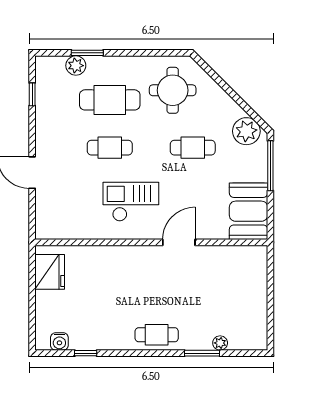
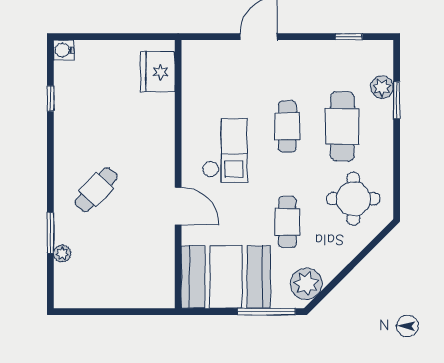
booth: (249, 211) -> (226, 277), width x1.36, depth x1.42
fridge: (50, 272) -> (158, 72), moved, turned 90
cafe table: (157, 335) -> (96, 190), moved, turned 42
water cooler: (59, 341) -> (64, 50), moved

